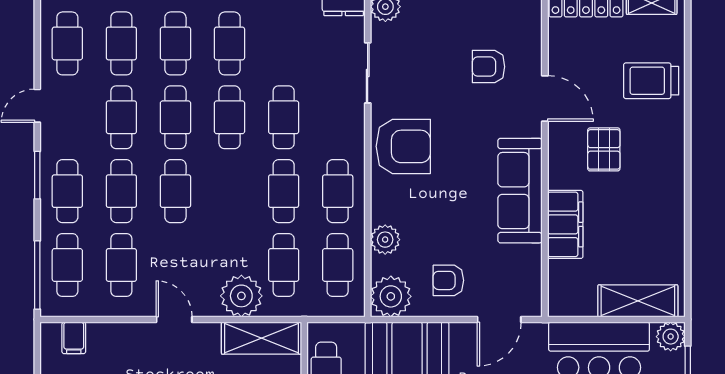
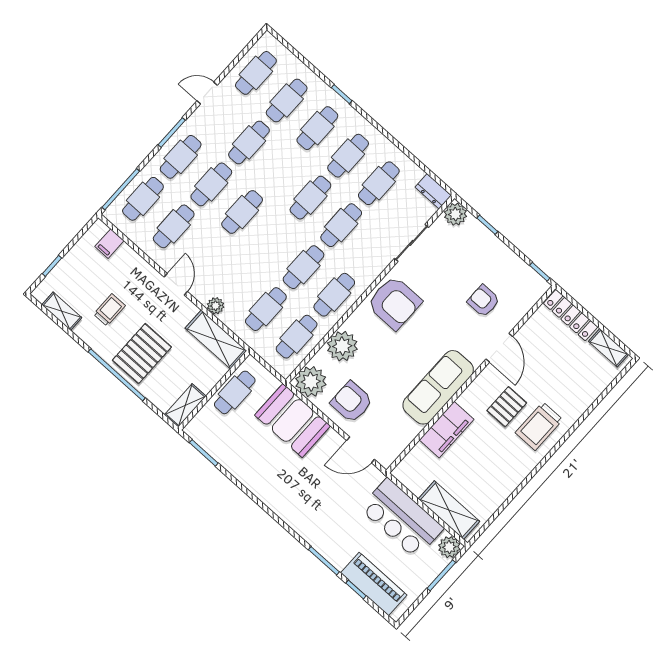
trolley: (651, 81) -> (539, 426), moved, turned -90
cafe table: (175, 117) -> (379, 183), moved
plant: (385, 240) -> (342, 346), width x1.36, depth x1.36
armchair: (448, 280) -> (352, 402), width x1.38, depth x1.38
plant: (241, 296) -> (216, 306), width x0.53, depth x0.53

